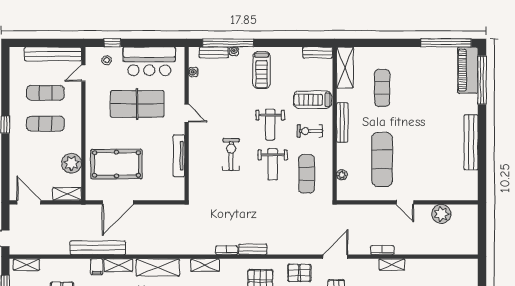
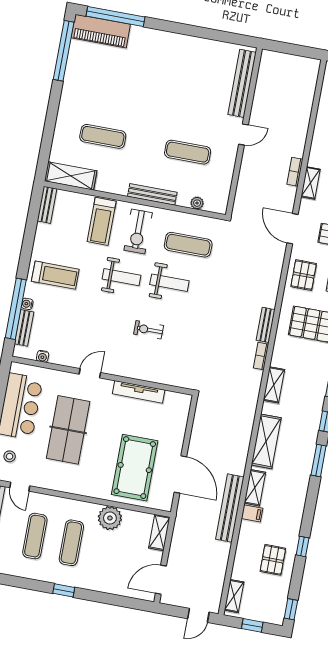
bench: (342, 123) -> (152, 194), moved
exercise bike: (310, 131) -> (138, 231), width x1.38, depth x1.39
bench: (471, 142) -> (242, 83), moved, turned 90
exercise bike: (231, 154) -> (149, 330), width x0.73, depth x0.72
exercise mat: (382, 159) -> (188, 152), width x0.73, depth x0.69
plant: (71, 163) -> (110, 518), moved
plant: (441, 214) -> (265, 94), removed
shelving: (392, 264) -> (311, 183), moved

